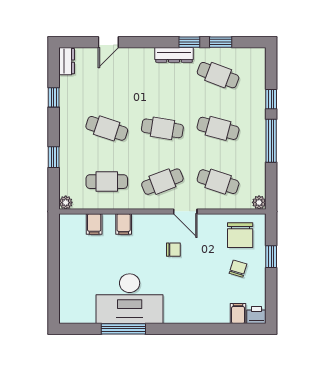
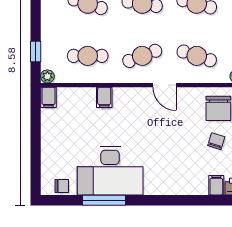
window: (54, 157) -> (36, 52), moved
filing cabinet: (94, 224) -> (48, 97), moved
chair: (173, 250) -> (62, 186), moved

